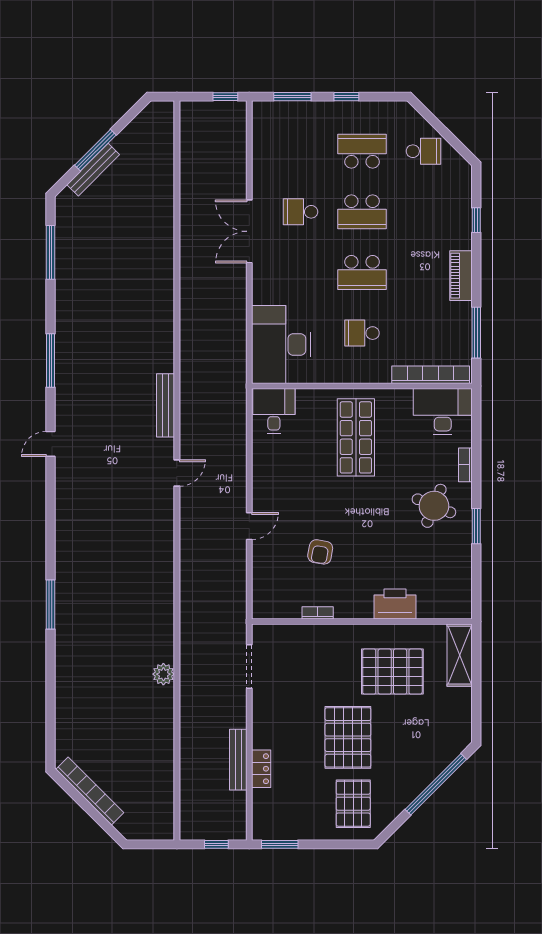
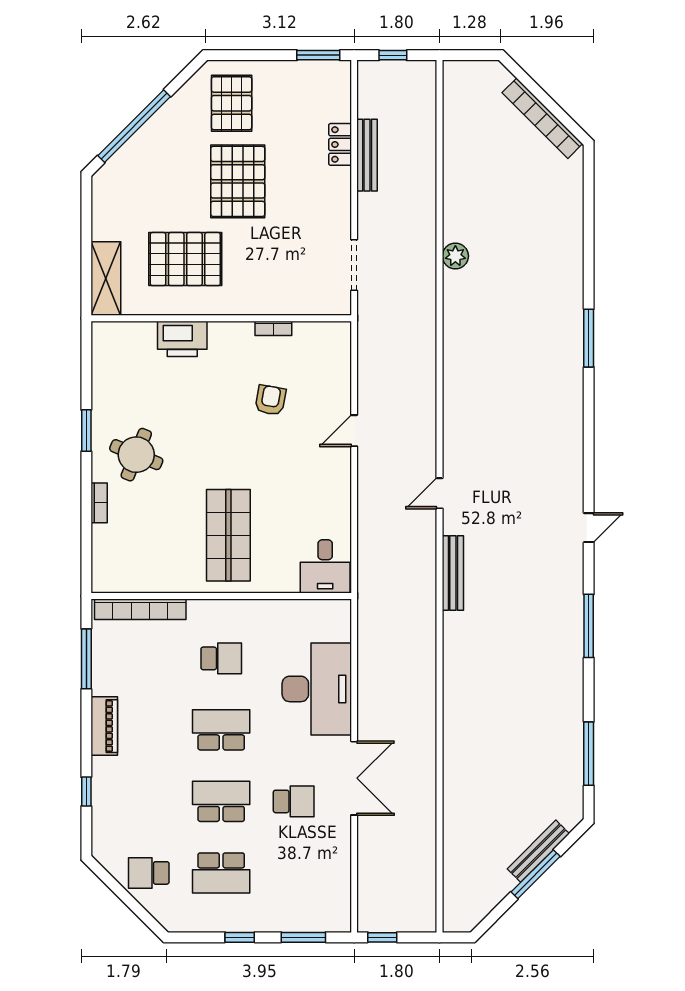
desk: (281, 344) -> (317, 689), moved
desk: (443, 412) -> (126, 566), removed

